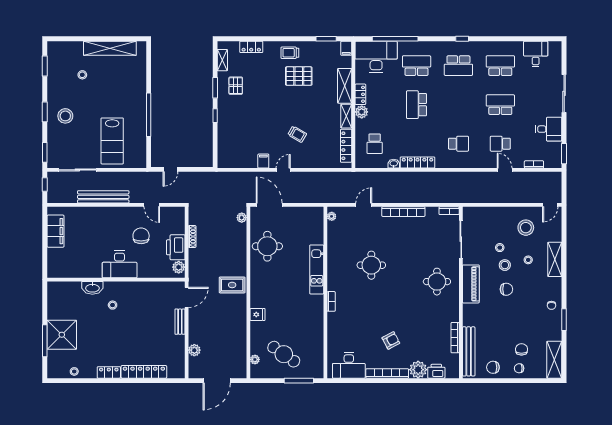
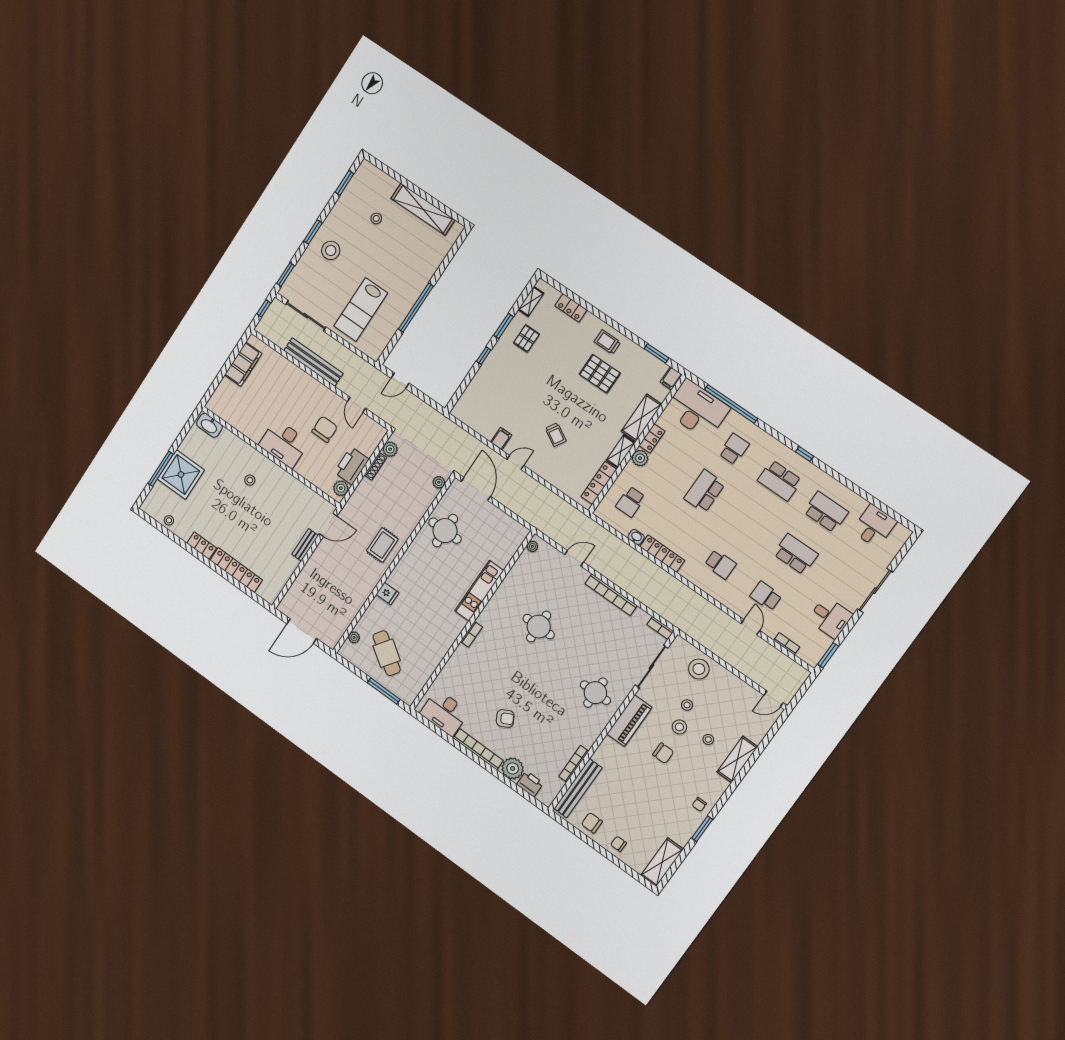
school desk: (417, 66) -> (734, 449), width x0.54
stool: (526, 228) -> (699, 669), moved
rug: (232, 285) -> (382, 545), turned 90
washbasin: (92, 288) -> (209, 425), moved
chair: (522, 349) -> (635, 826), removed
plant: (194, 350) -> (390, 449), moved

